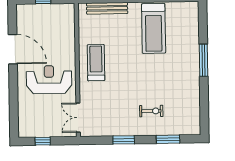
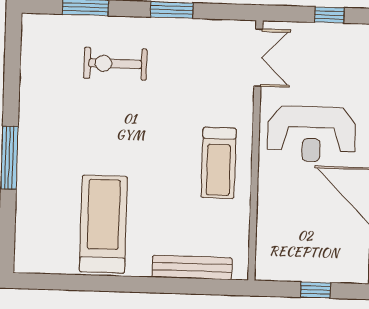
exercise bike: (151, 111) -> (115, 64), width x1.38, depth x1.39

